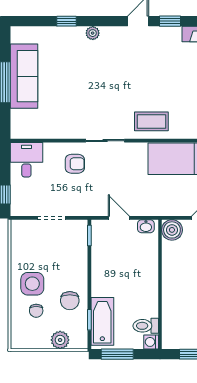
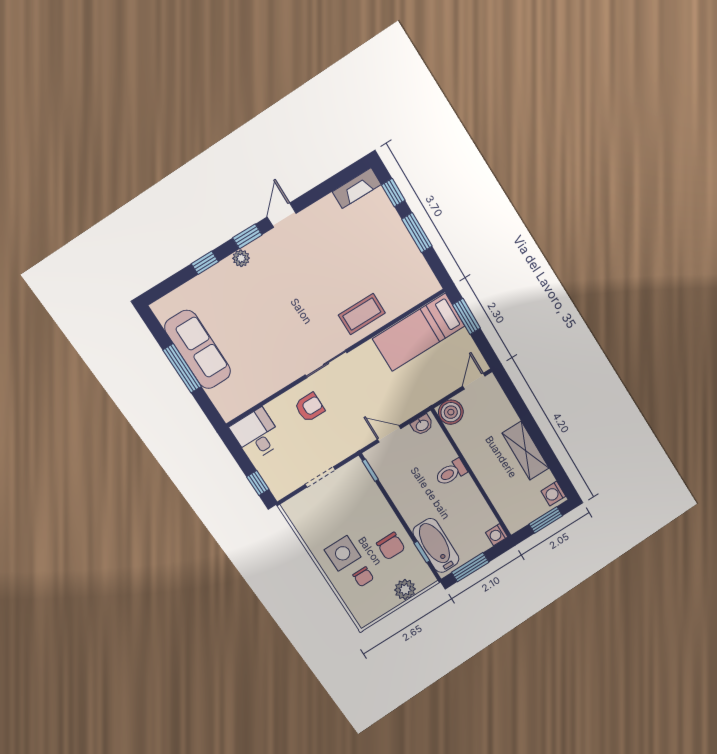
window: (170, 21) -> (247, 236), moved
toilet: (146, 326) -> (451, 472), moved

